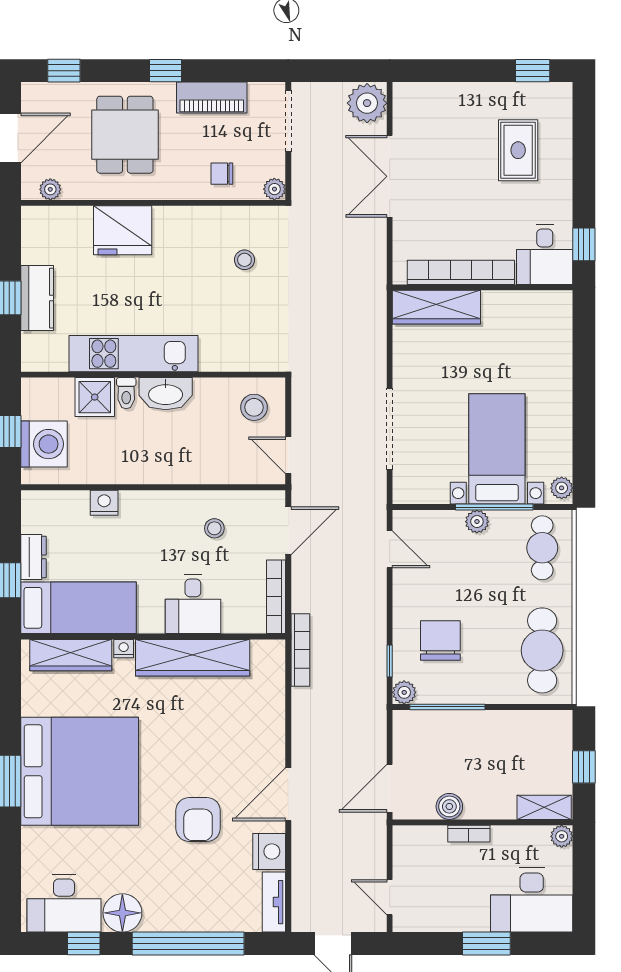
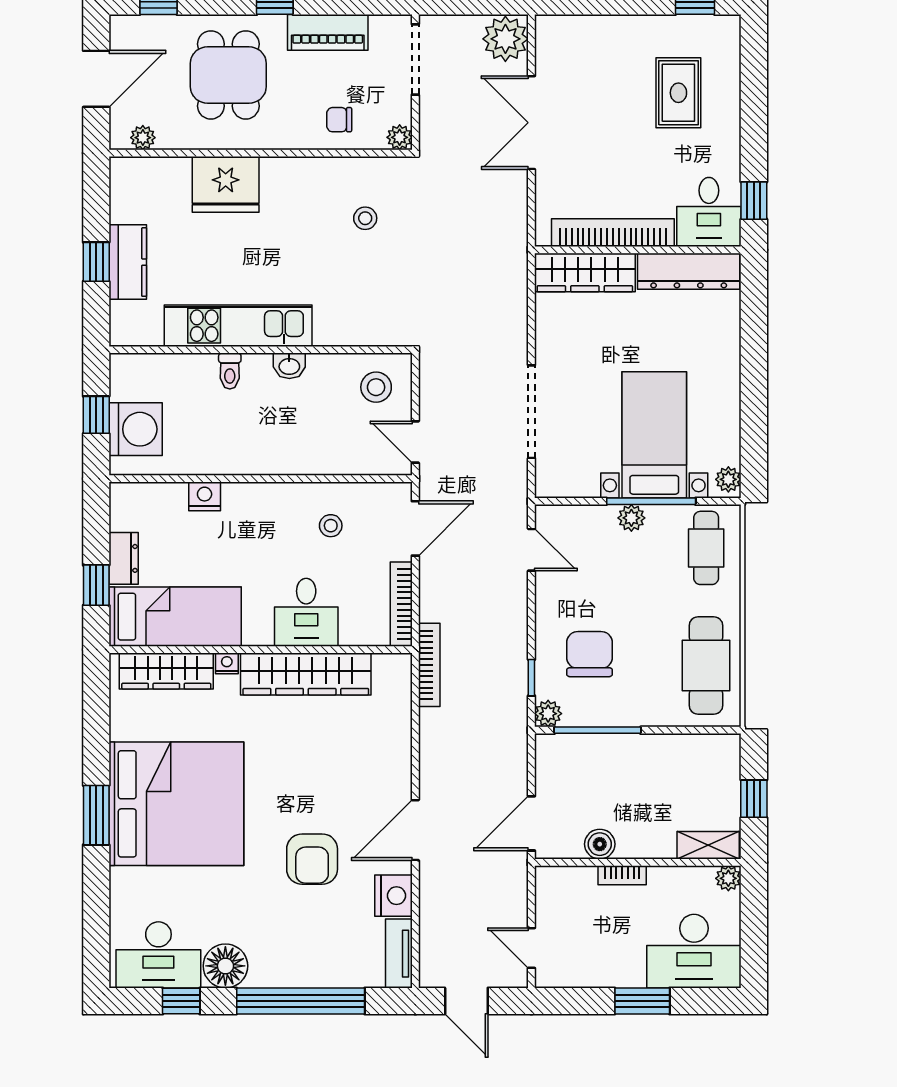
dresser: (527, 306) -> (689, 271), added
washbasin: (166, 394) -> (289, 366), width x0.52, depth x0.69
shower: (95, 397) -> (194, 375), removed

